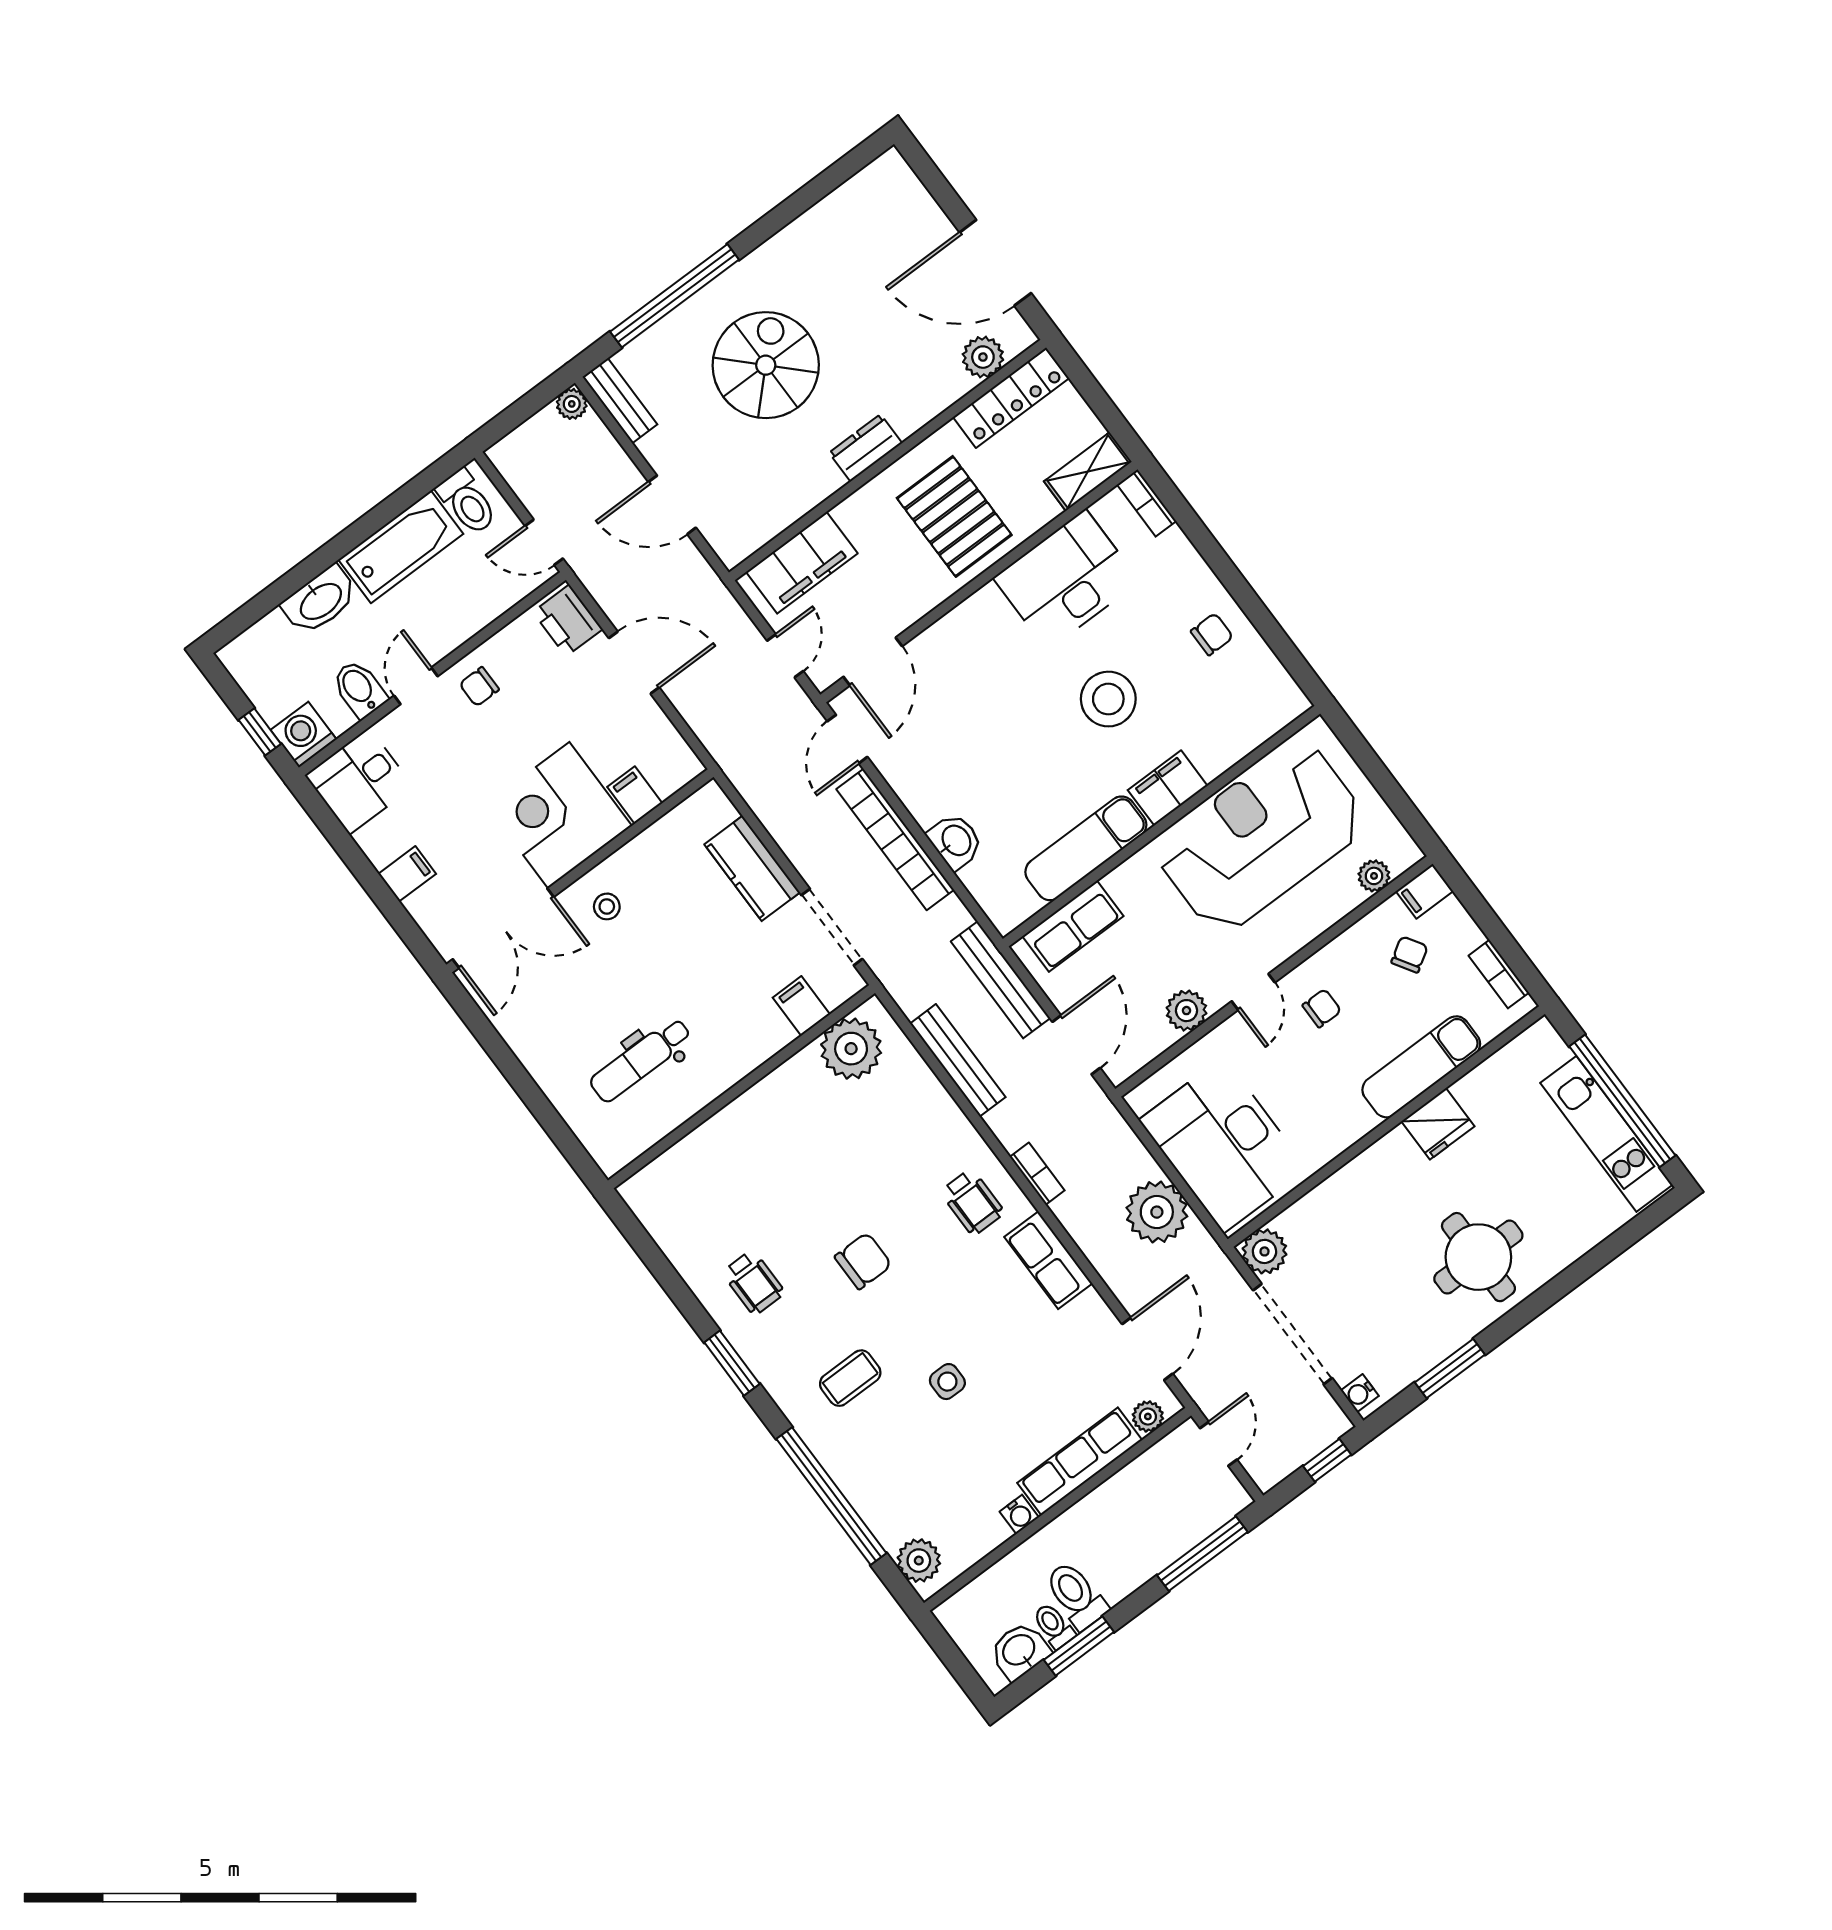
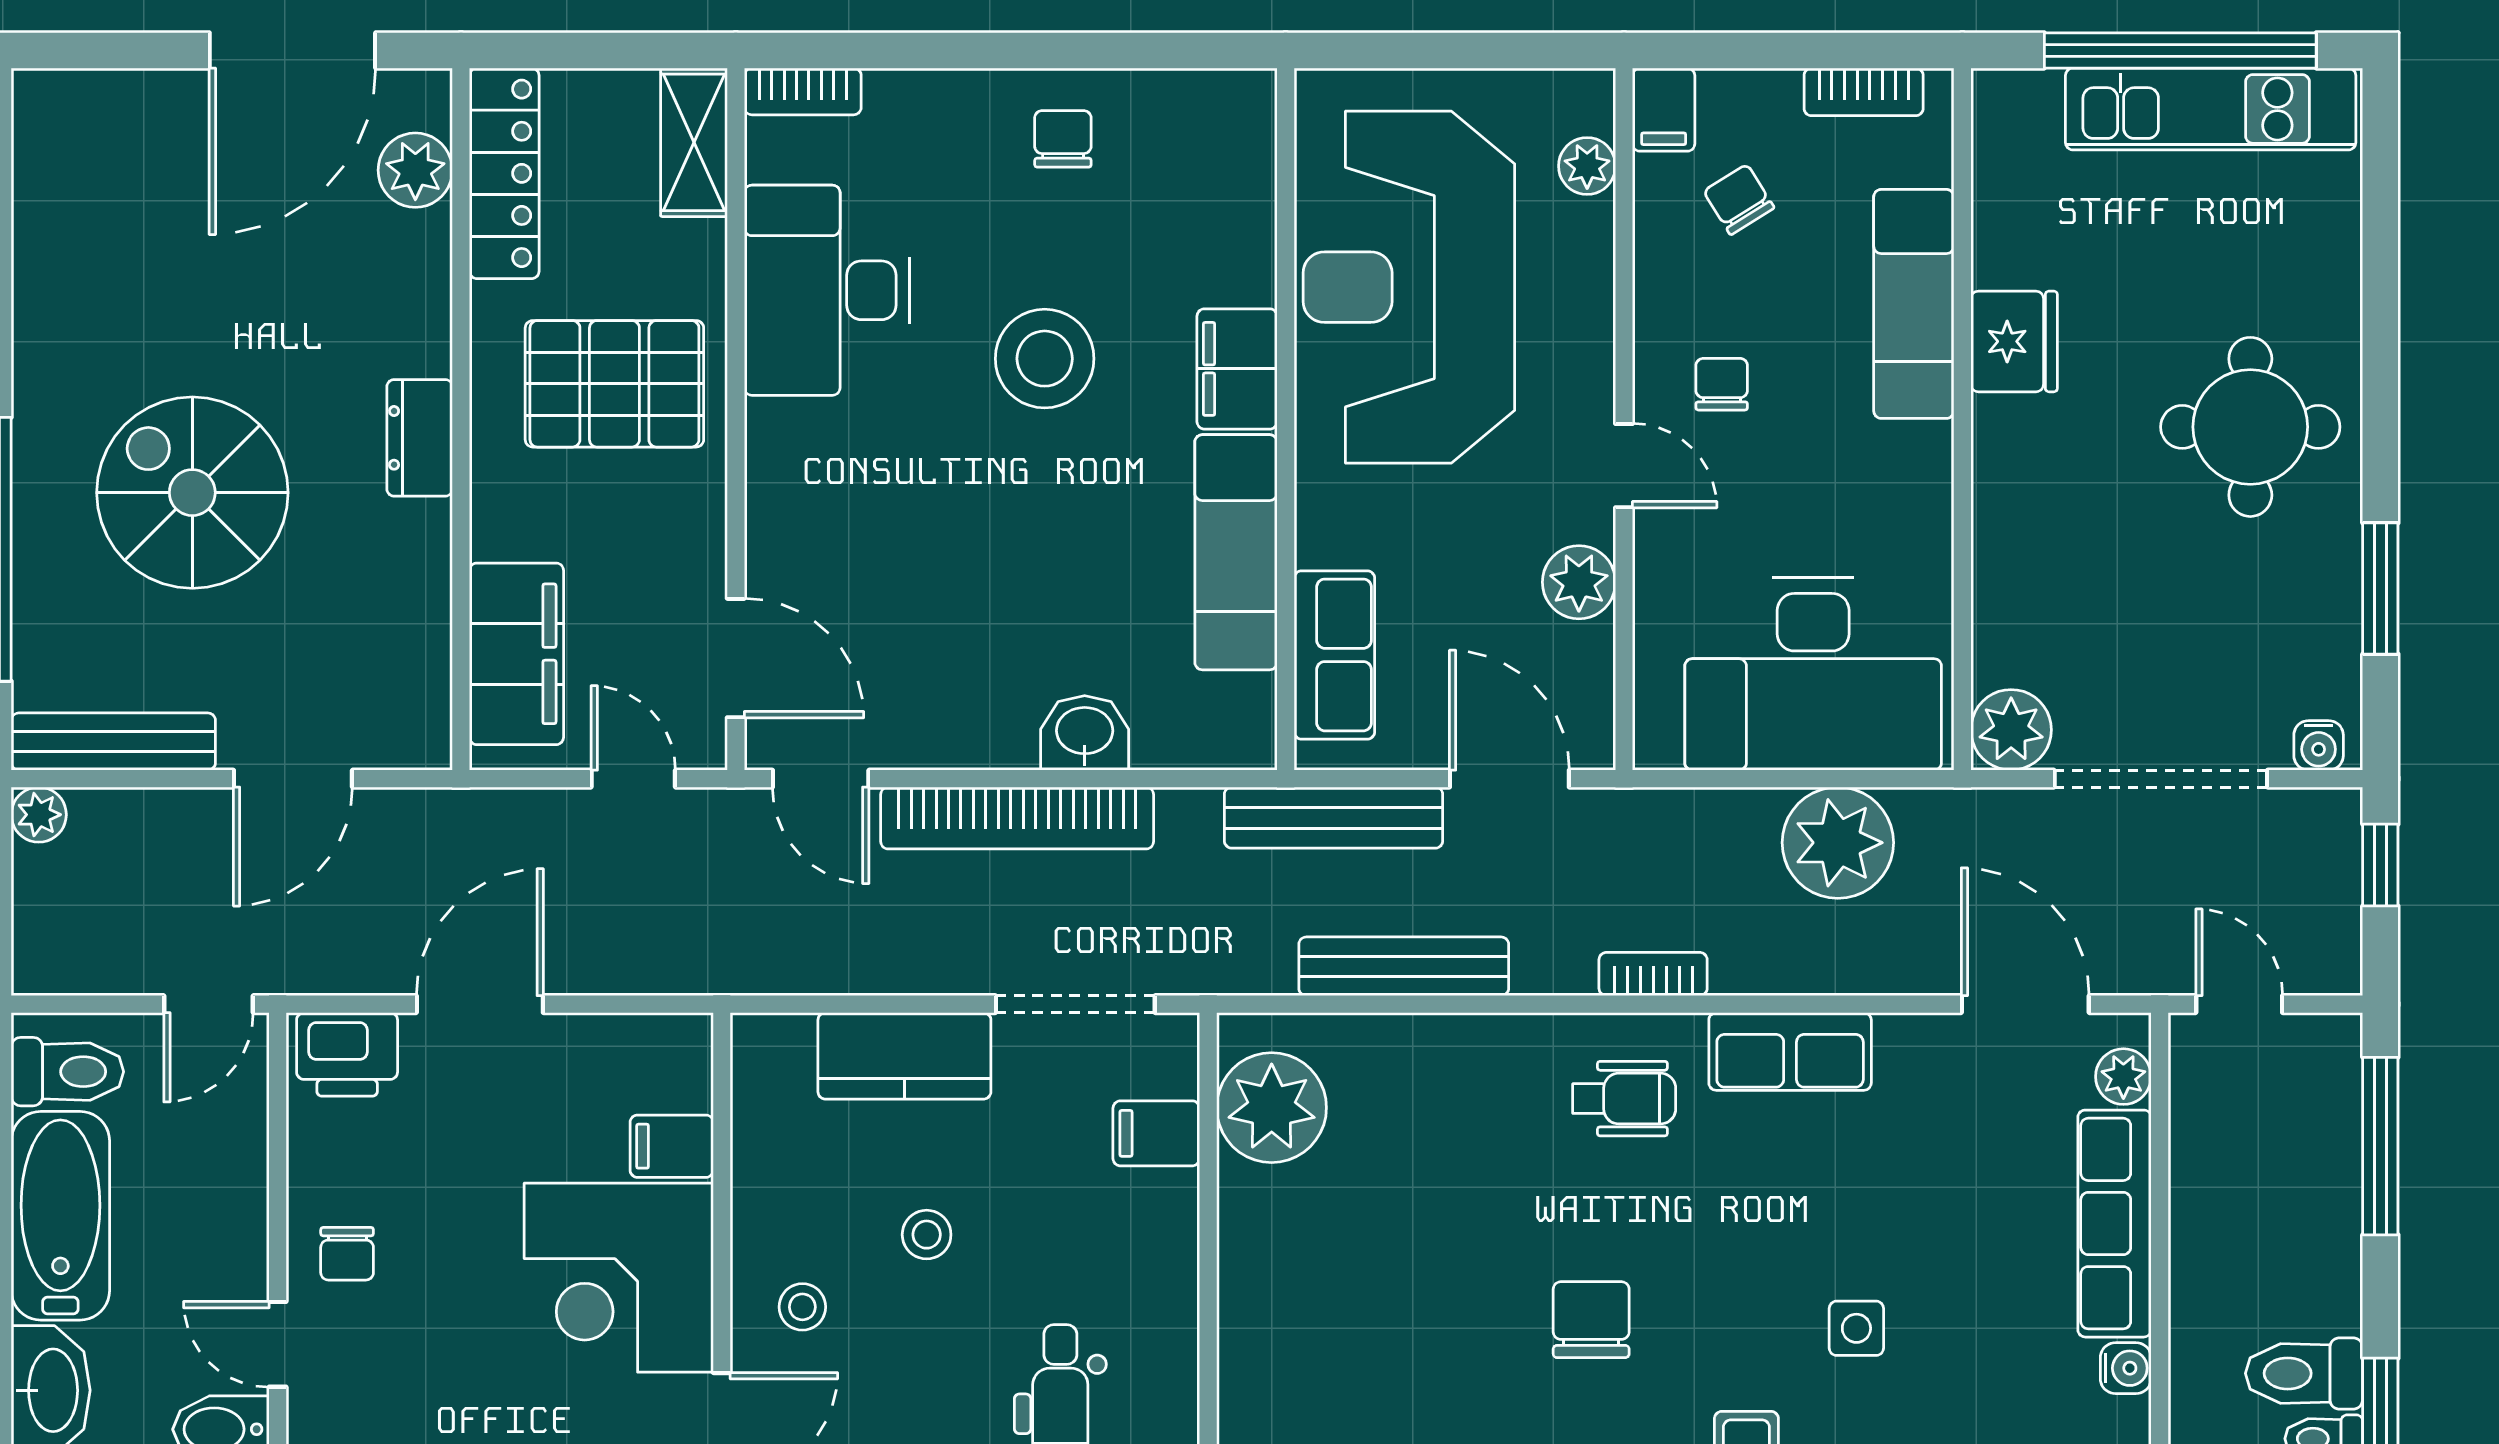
bench: (620, 401) -> (113, 742), width x1.36
stool: (680, 938) -> (927, 1235), added

